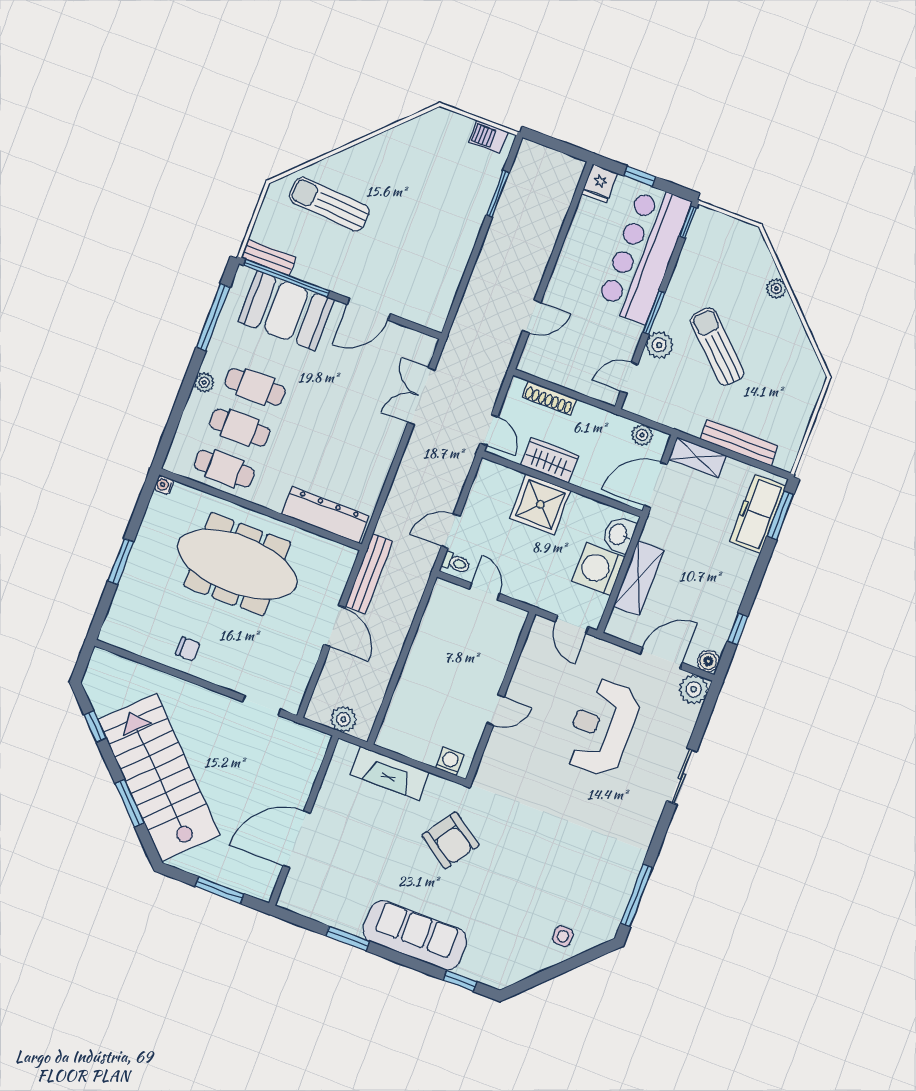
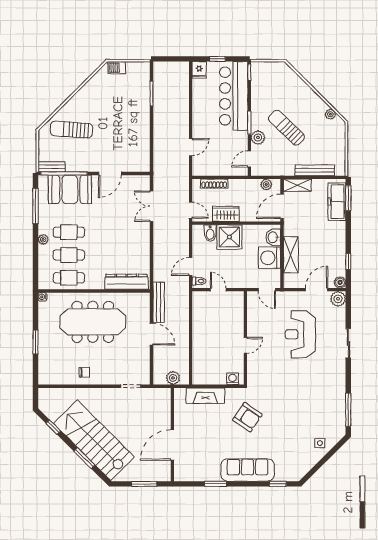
barbecue: (488, 137) -> (117, 68), moved
plant: (776, 288) -> (330, 114), moved
bidet: (508, 484) -> (210, 233), added

